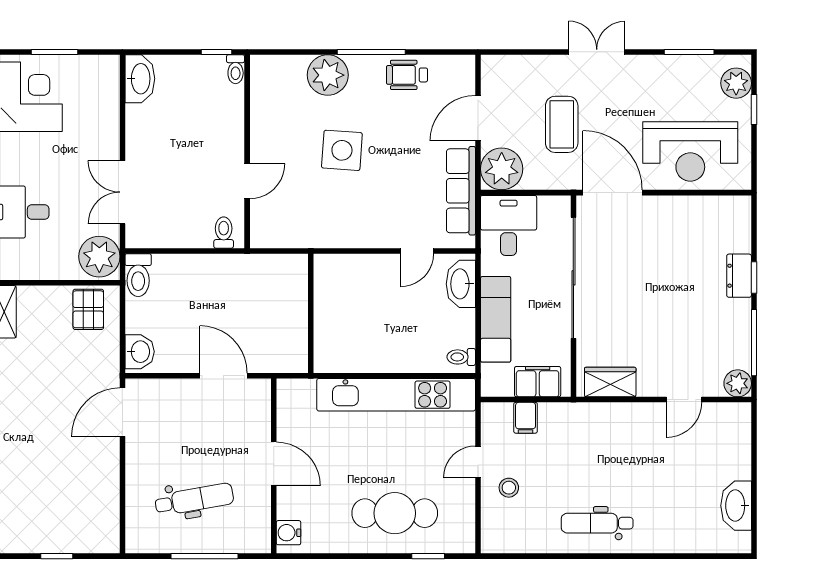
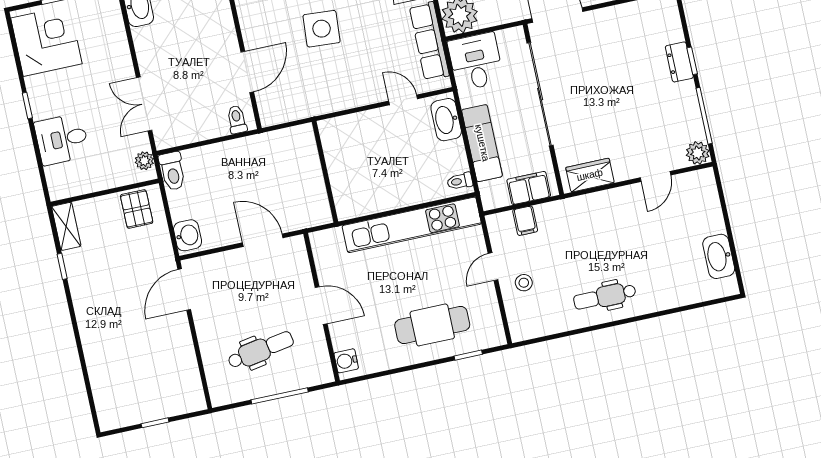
door: (247, 181) -> (247, 72), width x1.38
door: (417, 251) -> (403, 100), swing flipped
plant: (99, 257) -> (144, 161), width x0.53, depth x0.53

